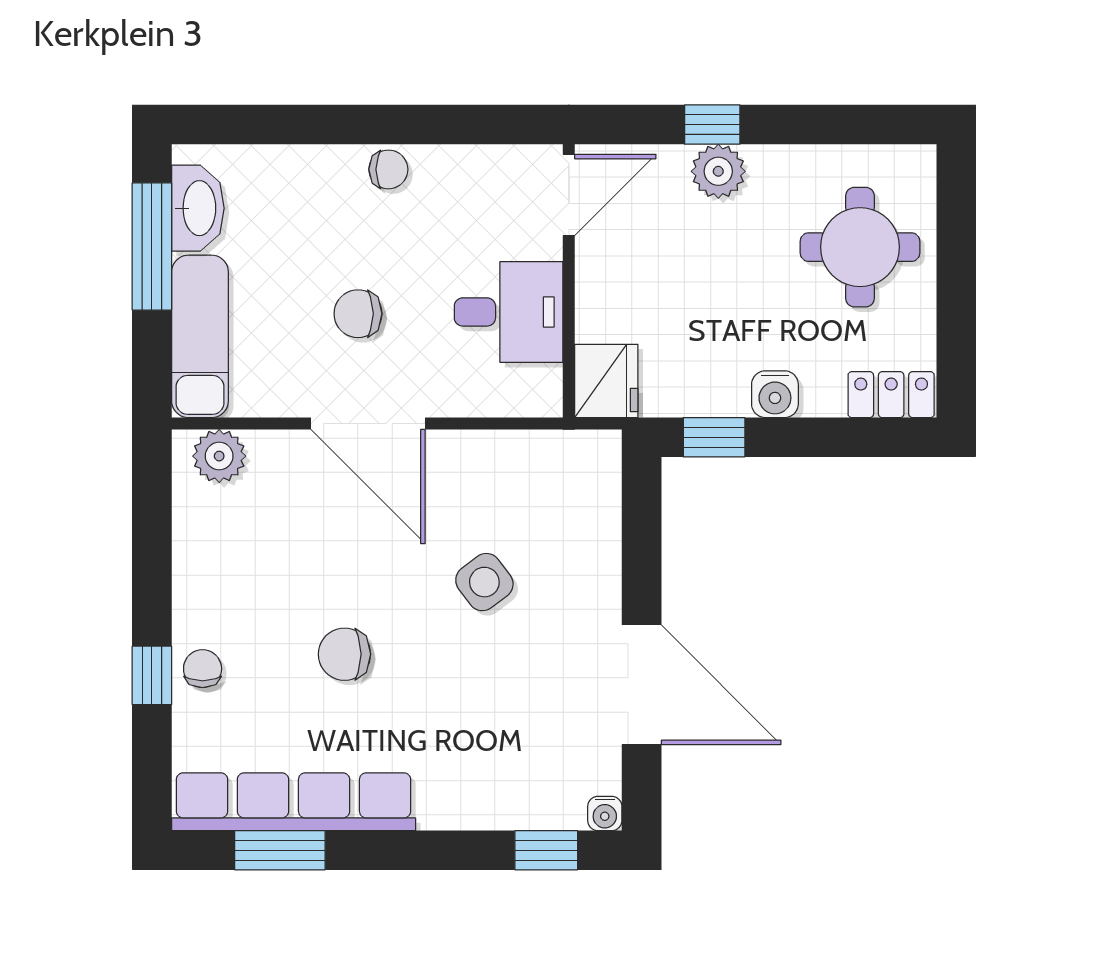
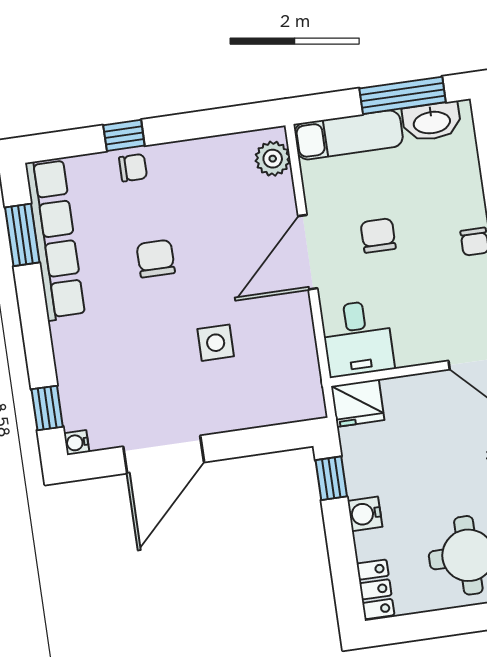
desk: (509, 312) -> (357, 338), moved
side table: (484, 582) -> (216, 343), turned 37

